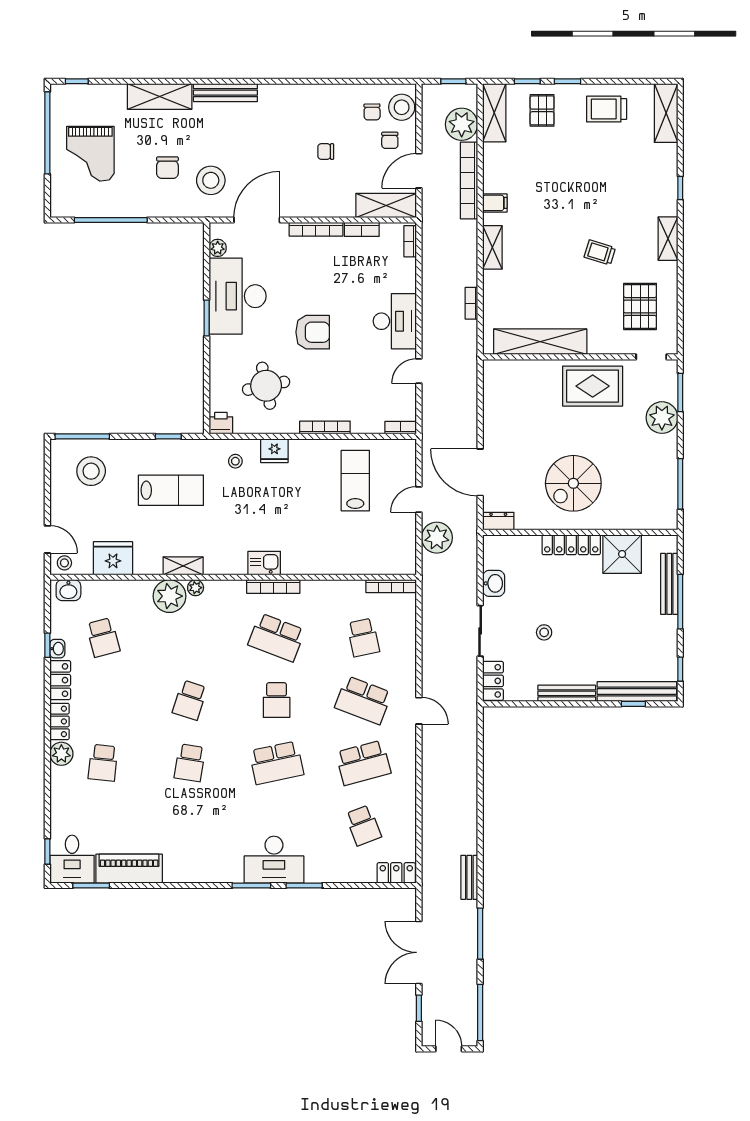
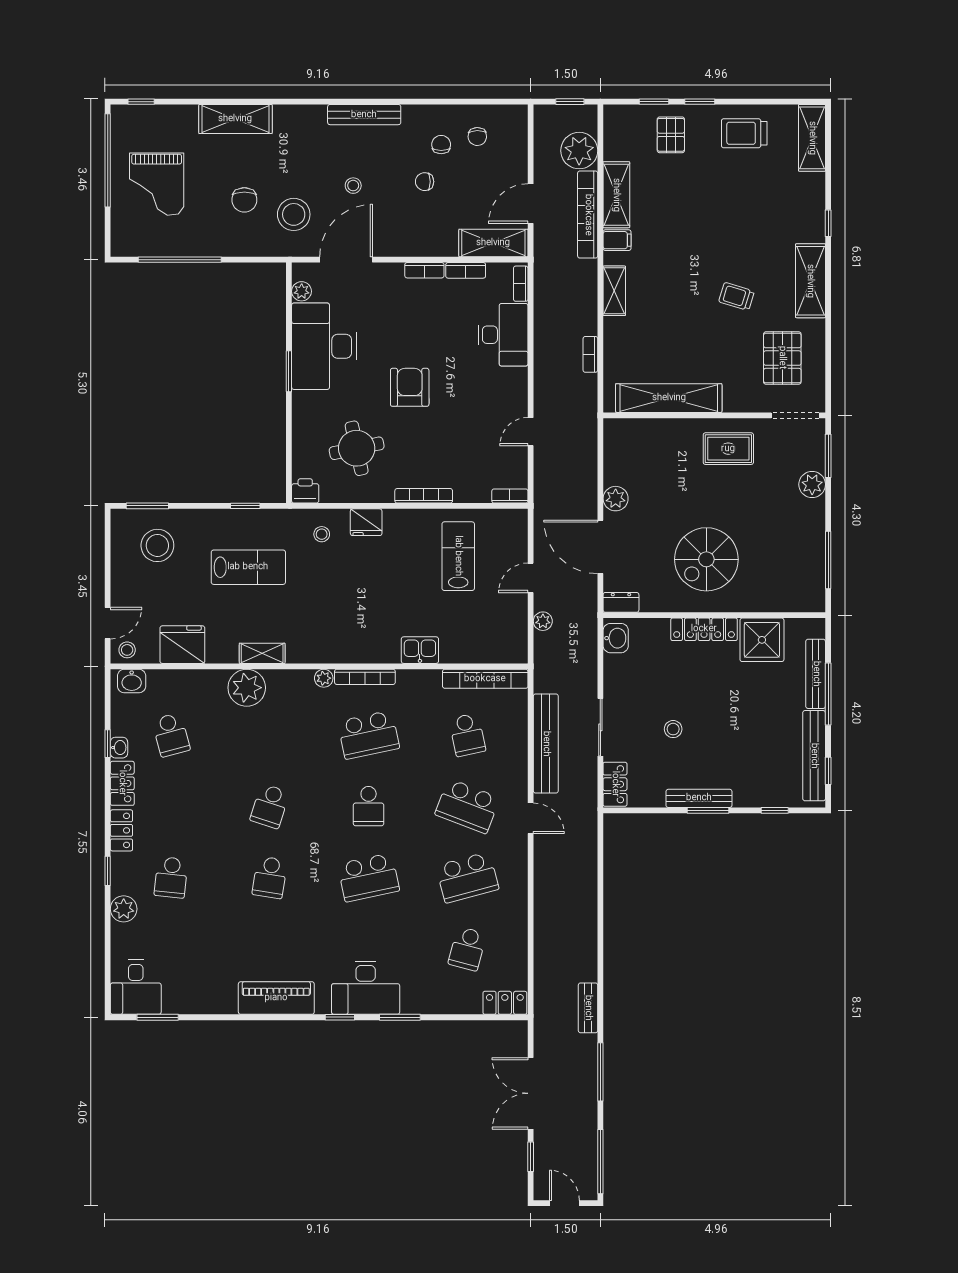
bench: (225, 93) -> (364, 115), moved
stool: (402, 107) -> (353, 186), moved, width x0.53, depth x0.53
shelving: (494, 113) -> (616, 195), moved
chair: (390, 140) -> (441, 145), moved, turned 180
bookcase: (316, 229) -> (424, 270), width x0.64
shelving: (668, 239) -> (810, 281), width x1.50, depth x1.33
desk: (395, 321) -> (503, 335), moved
armchair: (313, 332) -> (410, 387), turned -90
doorway: (651, 357) -> (795, 415), width x1.38
rug: (593, 386) -> (728, 449), width x0.73, depth x0.70
plant: (662, 418) -> (812, 484), width x0.73, depth x0.73
plant: (493, 430) -> (616, 499), added
window: (82, 436) -> (147, 506), width x0.69
plant: (437, 538) -> (543, 621), width x0.53, depth x0.53
door: (47, 539) -> (108, 623), hinge flipped
kitchen sink: (264, 563) -> (420, 650), moved
washbasin: (494, 583) -> (616, 638), moved
bookcase: (391, 586) -> (485, 679), width x1.48, depth x1.31
plant: (196, 588) -> (324, 678), moved
school desk: (277, 637) -> (369, 735), turned -33
bench: (432, 645) -> (546, 744), added
bench: (637, 692) -> (814, 756), moved, turned 90
window: (575, 704) -> (708, 810), added
plant: (61, 754) -> (124, 909), moved
school desk: (363, 825) -> (467, 949), turned 36
window: (47, 851) -> (108, 871), moved
piano: (129, 869) -> (276, 998), moved
window: (251, 886) -> (340, 1017), width x0.67

